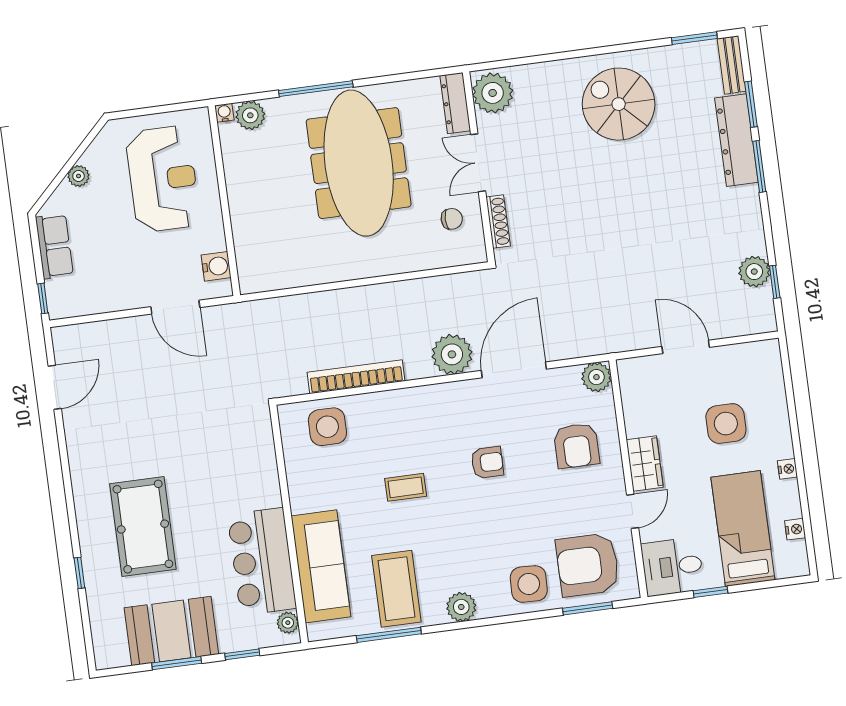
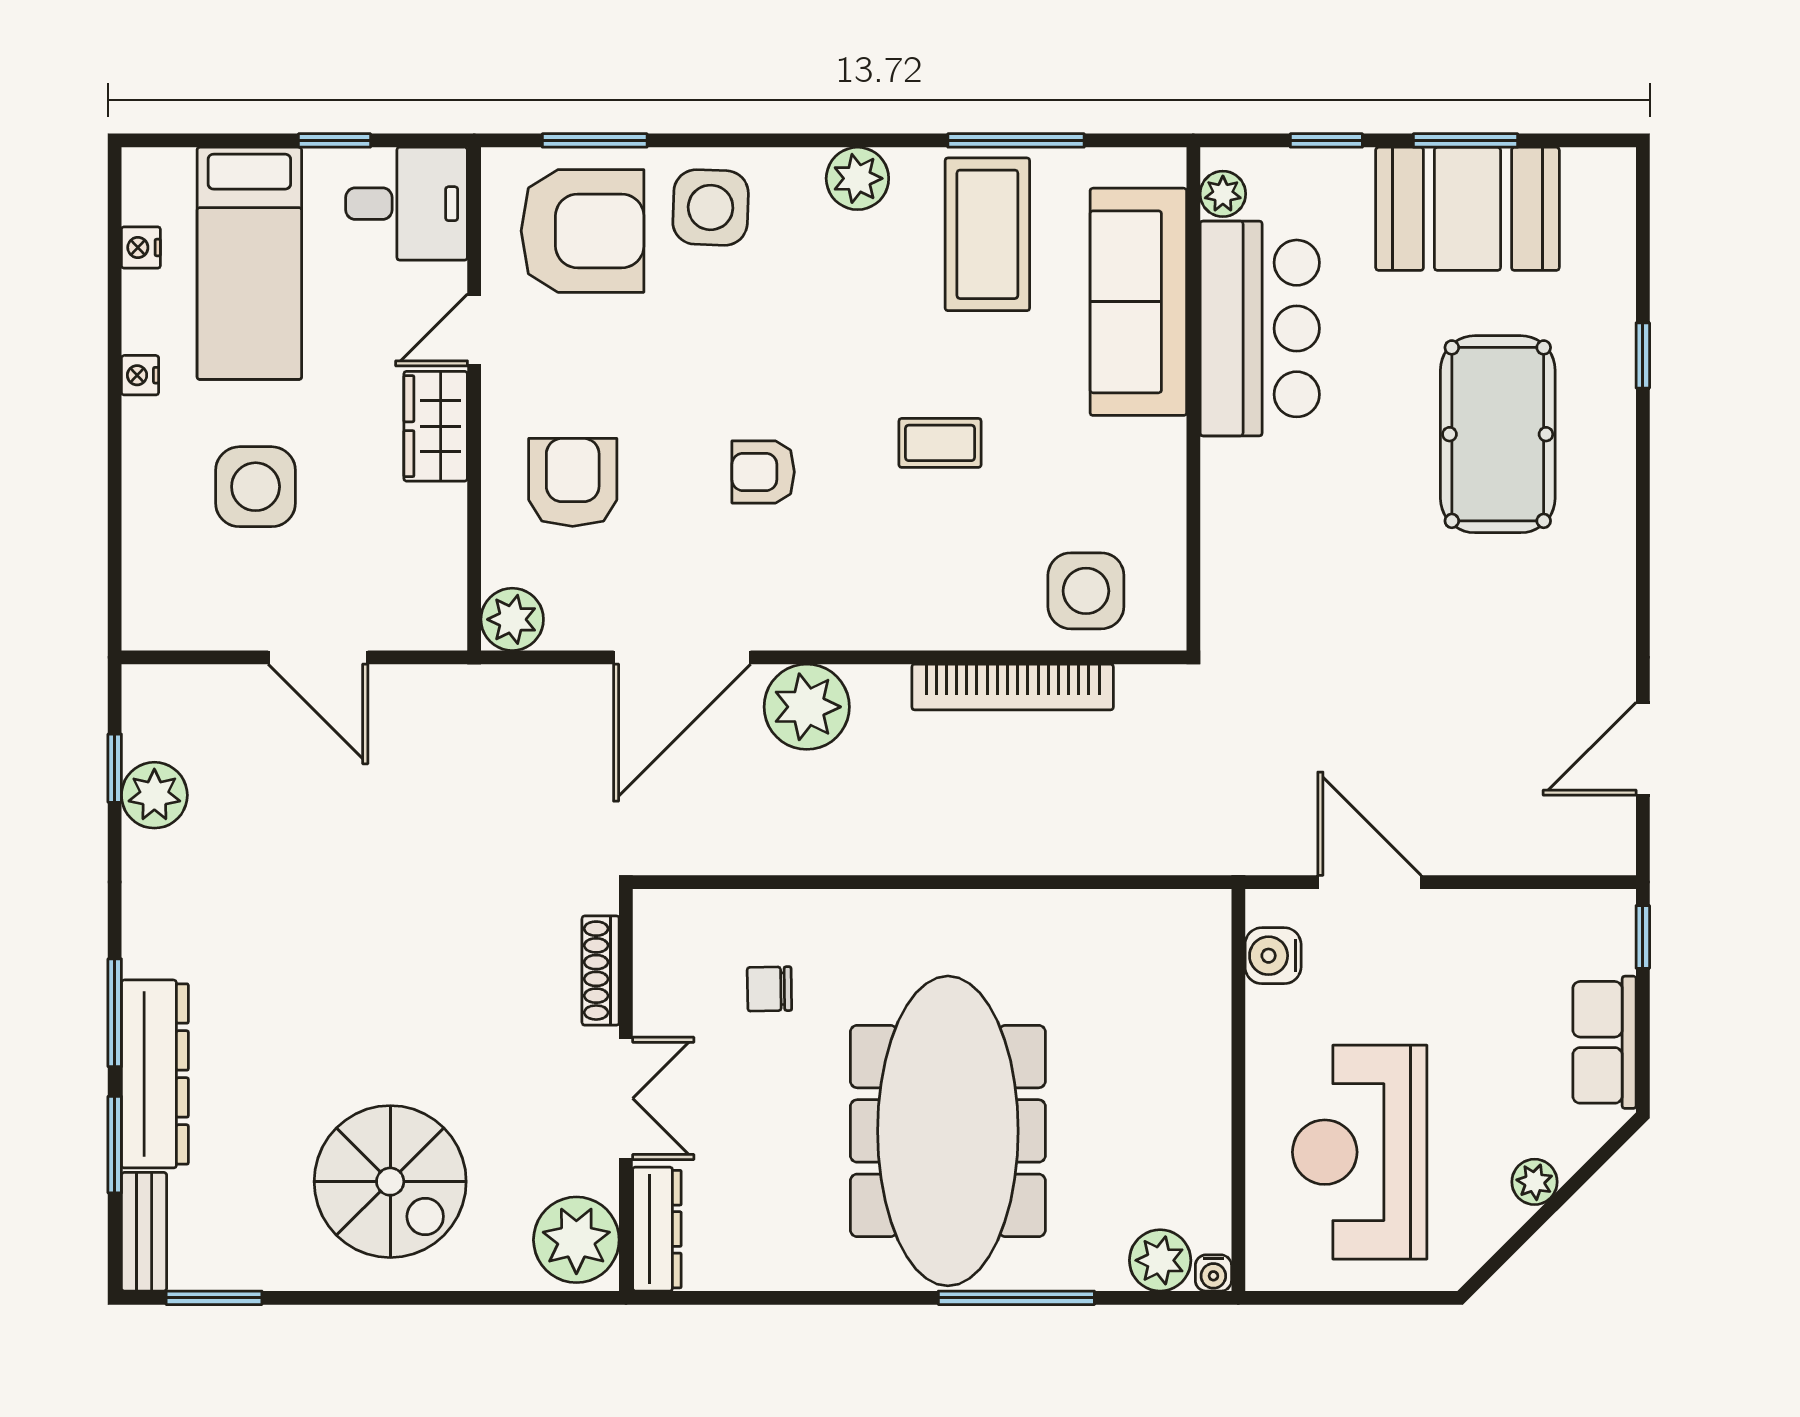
plant: (493, 93) -> (576, 1240), moved
dresser: (455, 103) -> (657, 1229), moved
double door: (478, 163) -> (626, 1098), moved
wall: (479, 167) -> (626, 1090), moved
shoe rack: (498, 222) -> (601, 971), moved

